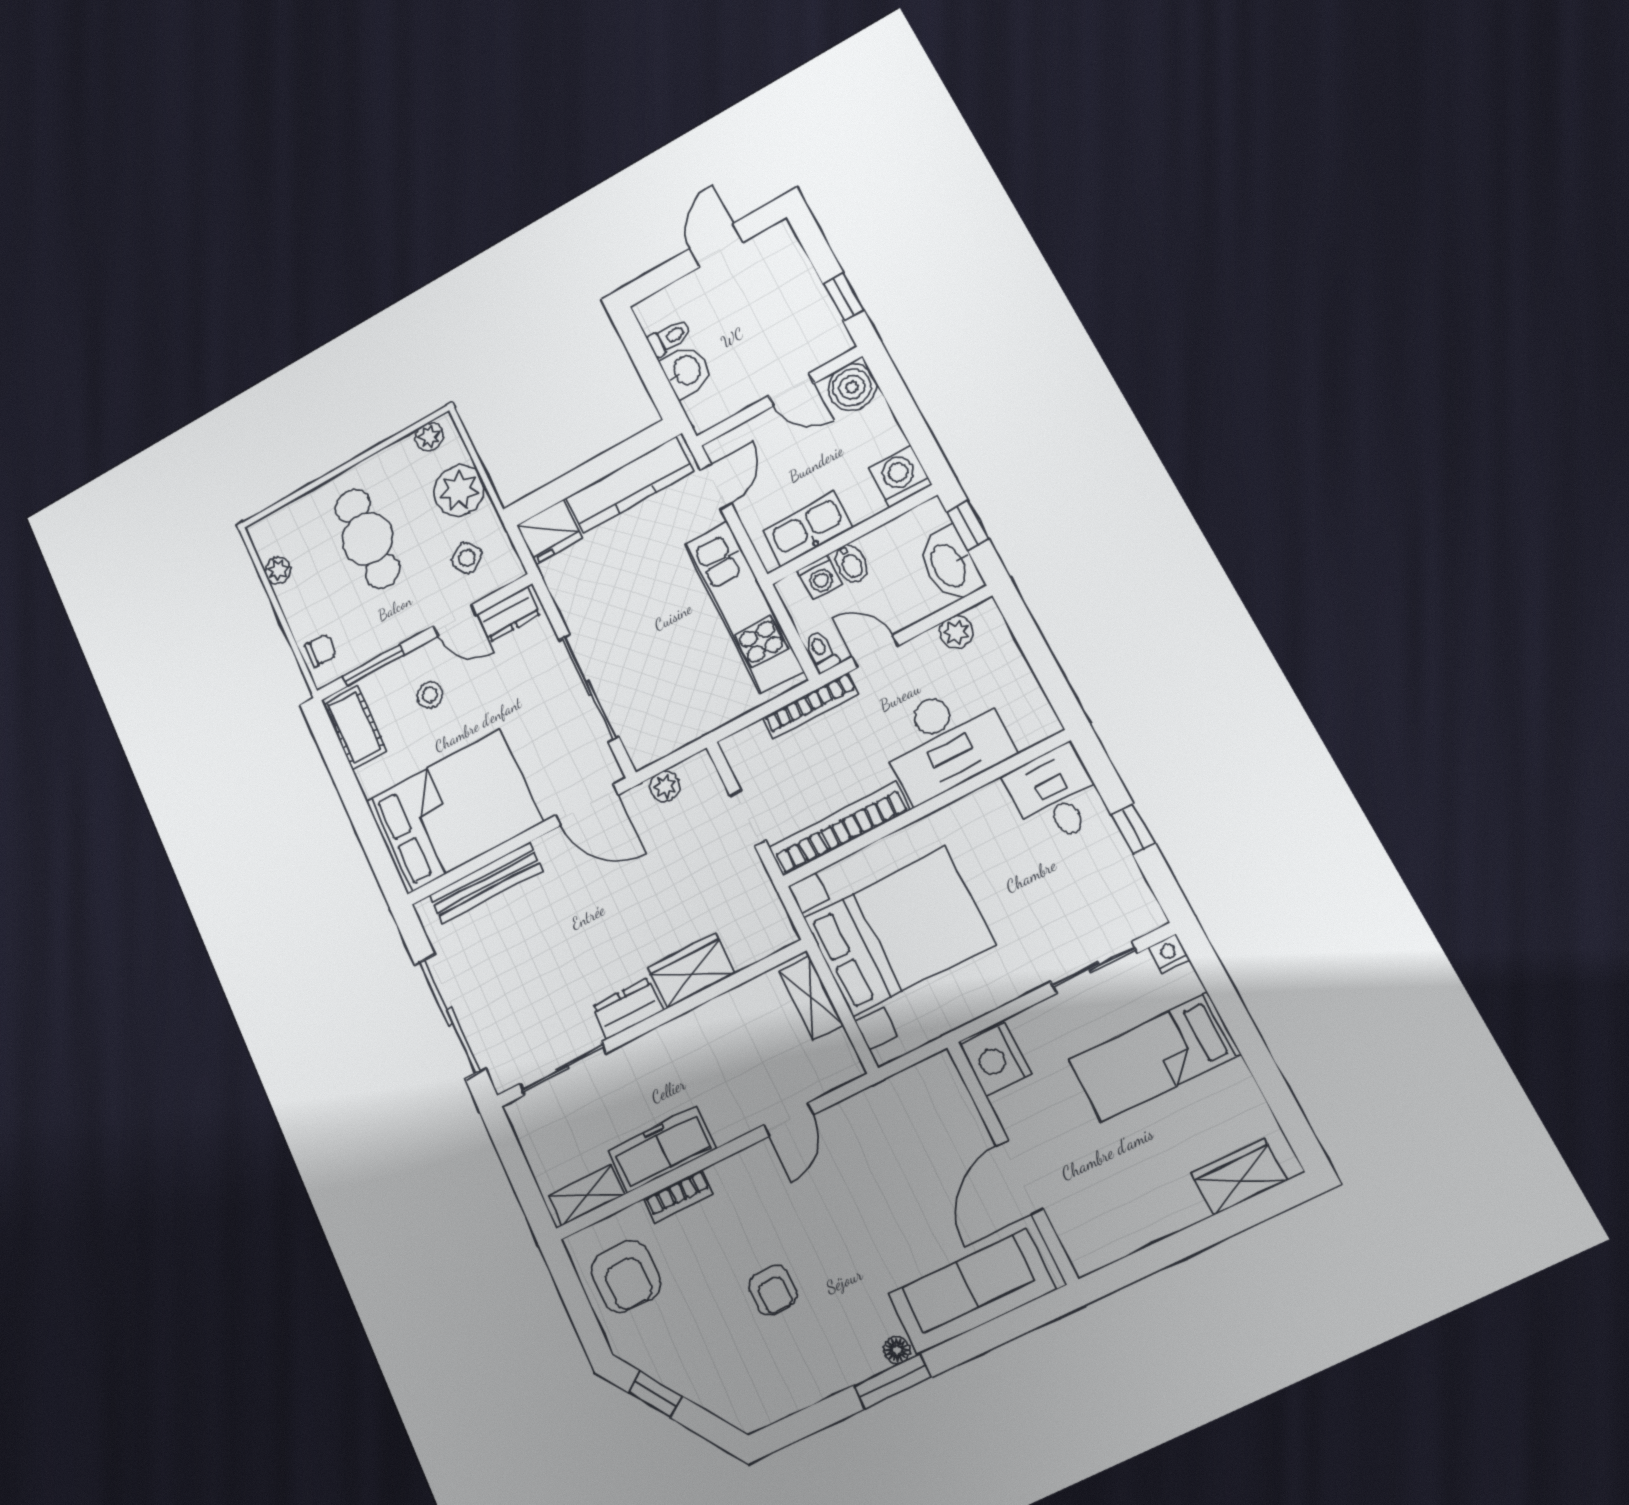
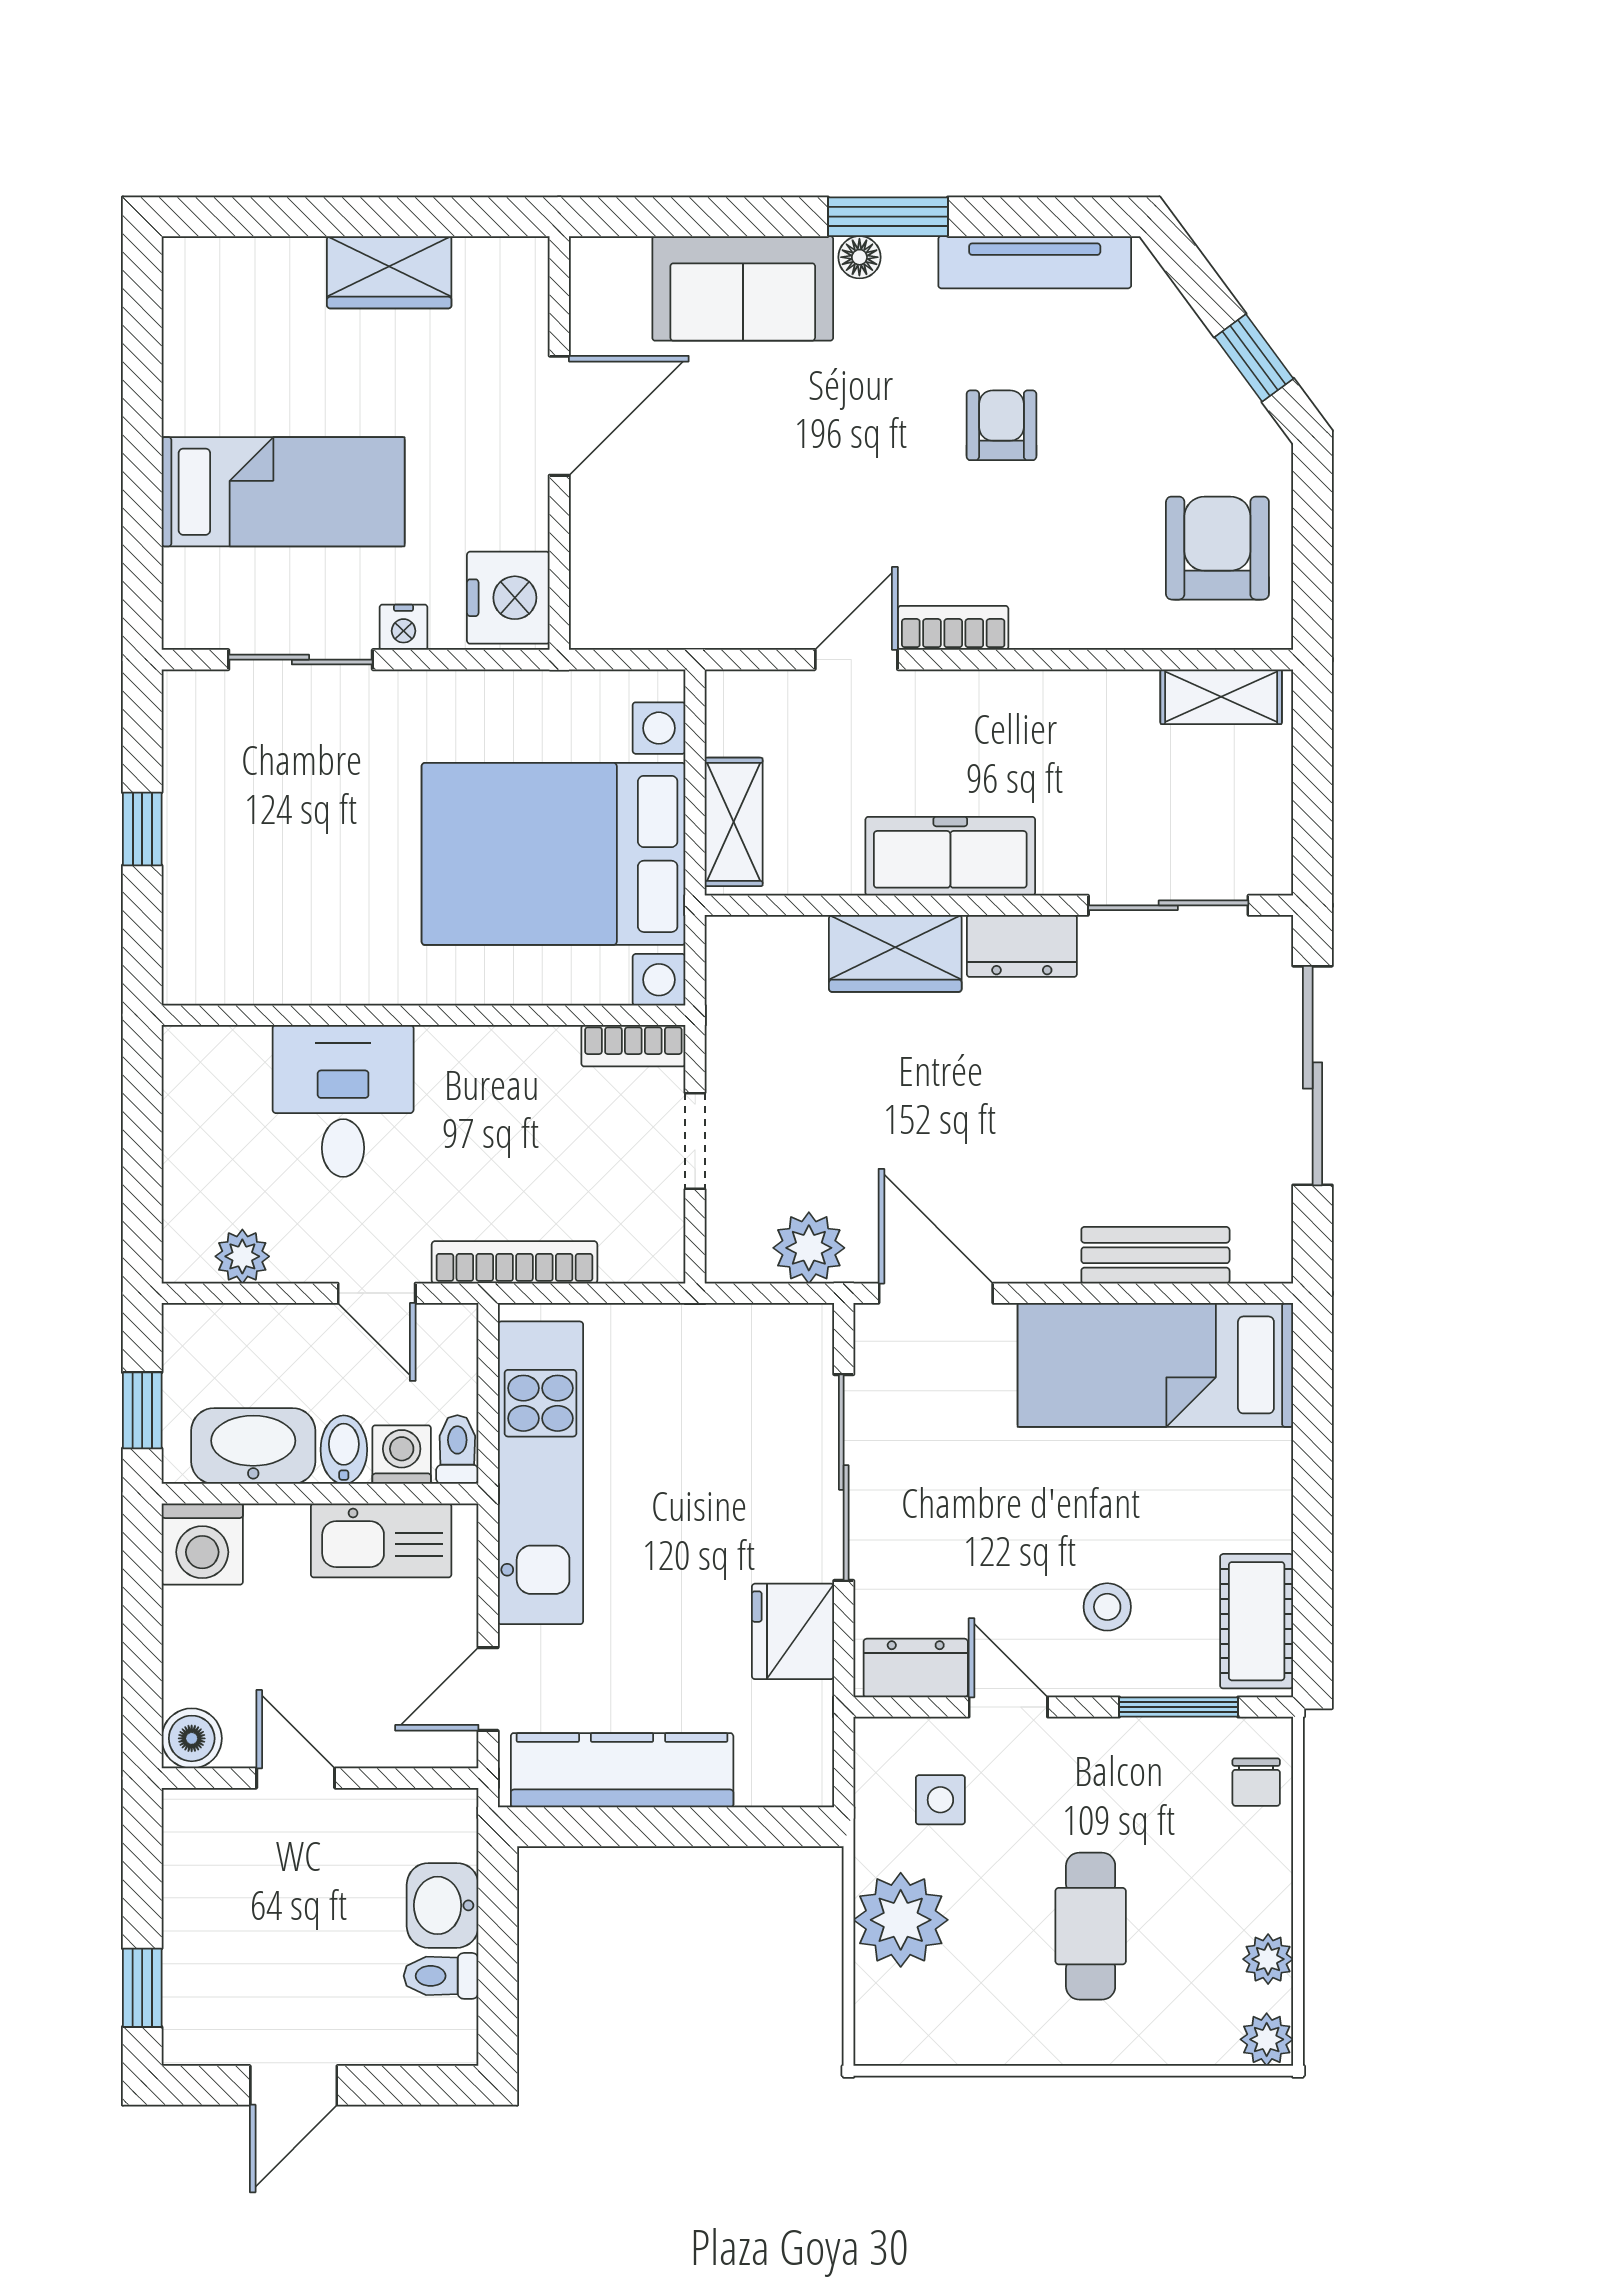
window: (843, 297) -> (142, 1988), moved
boiler: (852, 387) -> (192, 1738), width x0.73, depth x0.73
plant: (429, 437) -> (1267, 2039), moved
fridge: (549, 532) -> (793, 1631), moved, turned -90
cafe table: (368, 539) -> (1091, 1926), width x0.73, depth x0.74
side table: (467, 558) -> (940, 1800), turned 35
washbasin: (950, 565) -> (253, 1446), moved, turned -90
chair: (320, 650) -> (1256, 1782), turned -90
toilet: (821, 652) -> (457, 1450), moved, turned 180
desk: (945, 741) -> (343, 1101), width x0.73
plant: (665, 786) -> (809, 1248), width x1.38, depth x1.38
desk: (1055, 795) -> (226, 936), removed
bed: (454, 812) -> (1155, 1365), width x0.67
bookcase: (839, 829) -> (633, 1046), width x0.43, depth x0.76
bench: (486, 883) -> (1155, 1255), width x0.73
nightstand: (1169, 953) -> (404, 627), moved
freezer: (662, 1149) -> (950, 856), moved, turned 180
wardrobe: (1239, 1177) -> (389, 272), moved
bookcase: (679, 1196) -> (953, 628), moved
sofa: (972, 1292) -> (743, 288), width x0.73
tv unit: (799, 1393) -> (1035, 262), added

